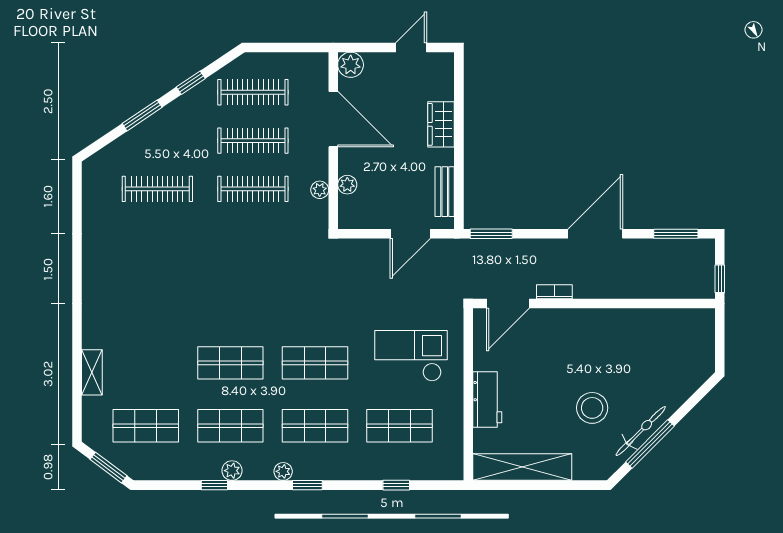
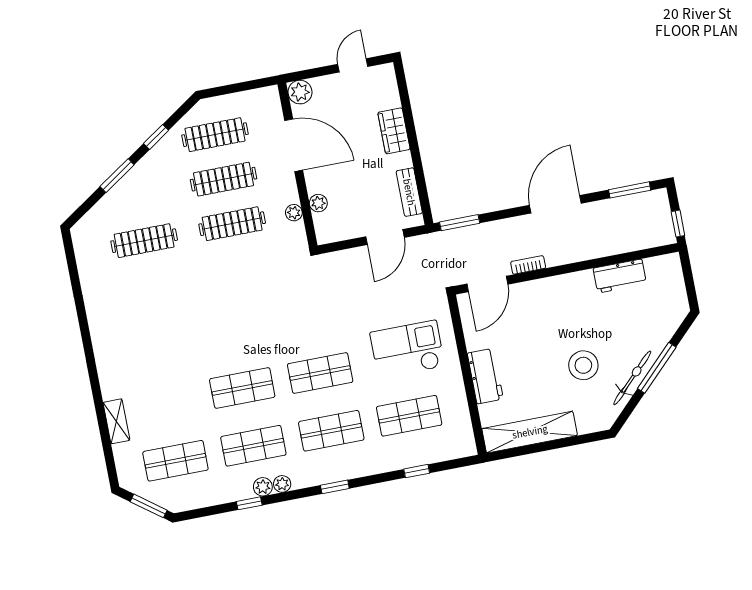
workbench: (648, 322) -> (620, 276), added
window: (650, 444) -> (657, 368), moved
plant: (283, 471) -> (282, 484), moved

